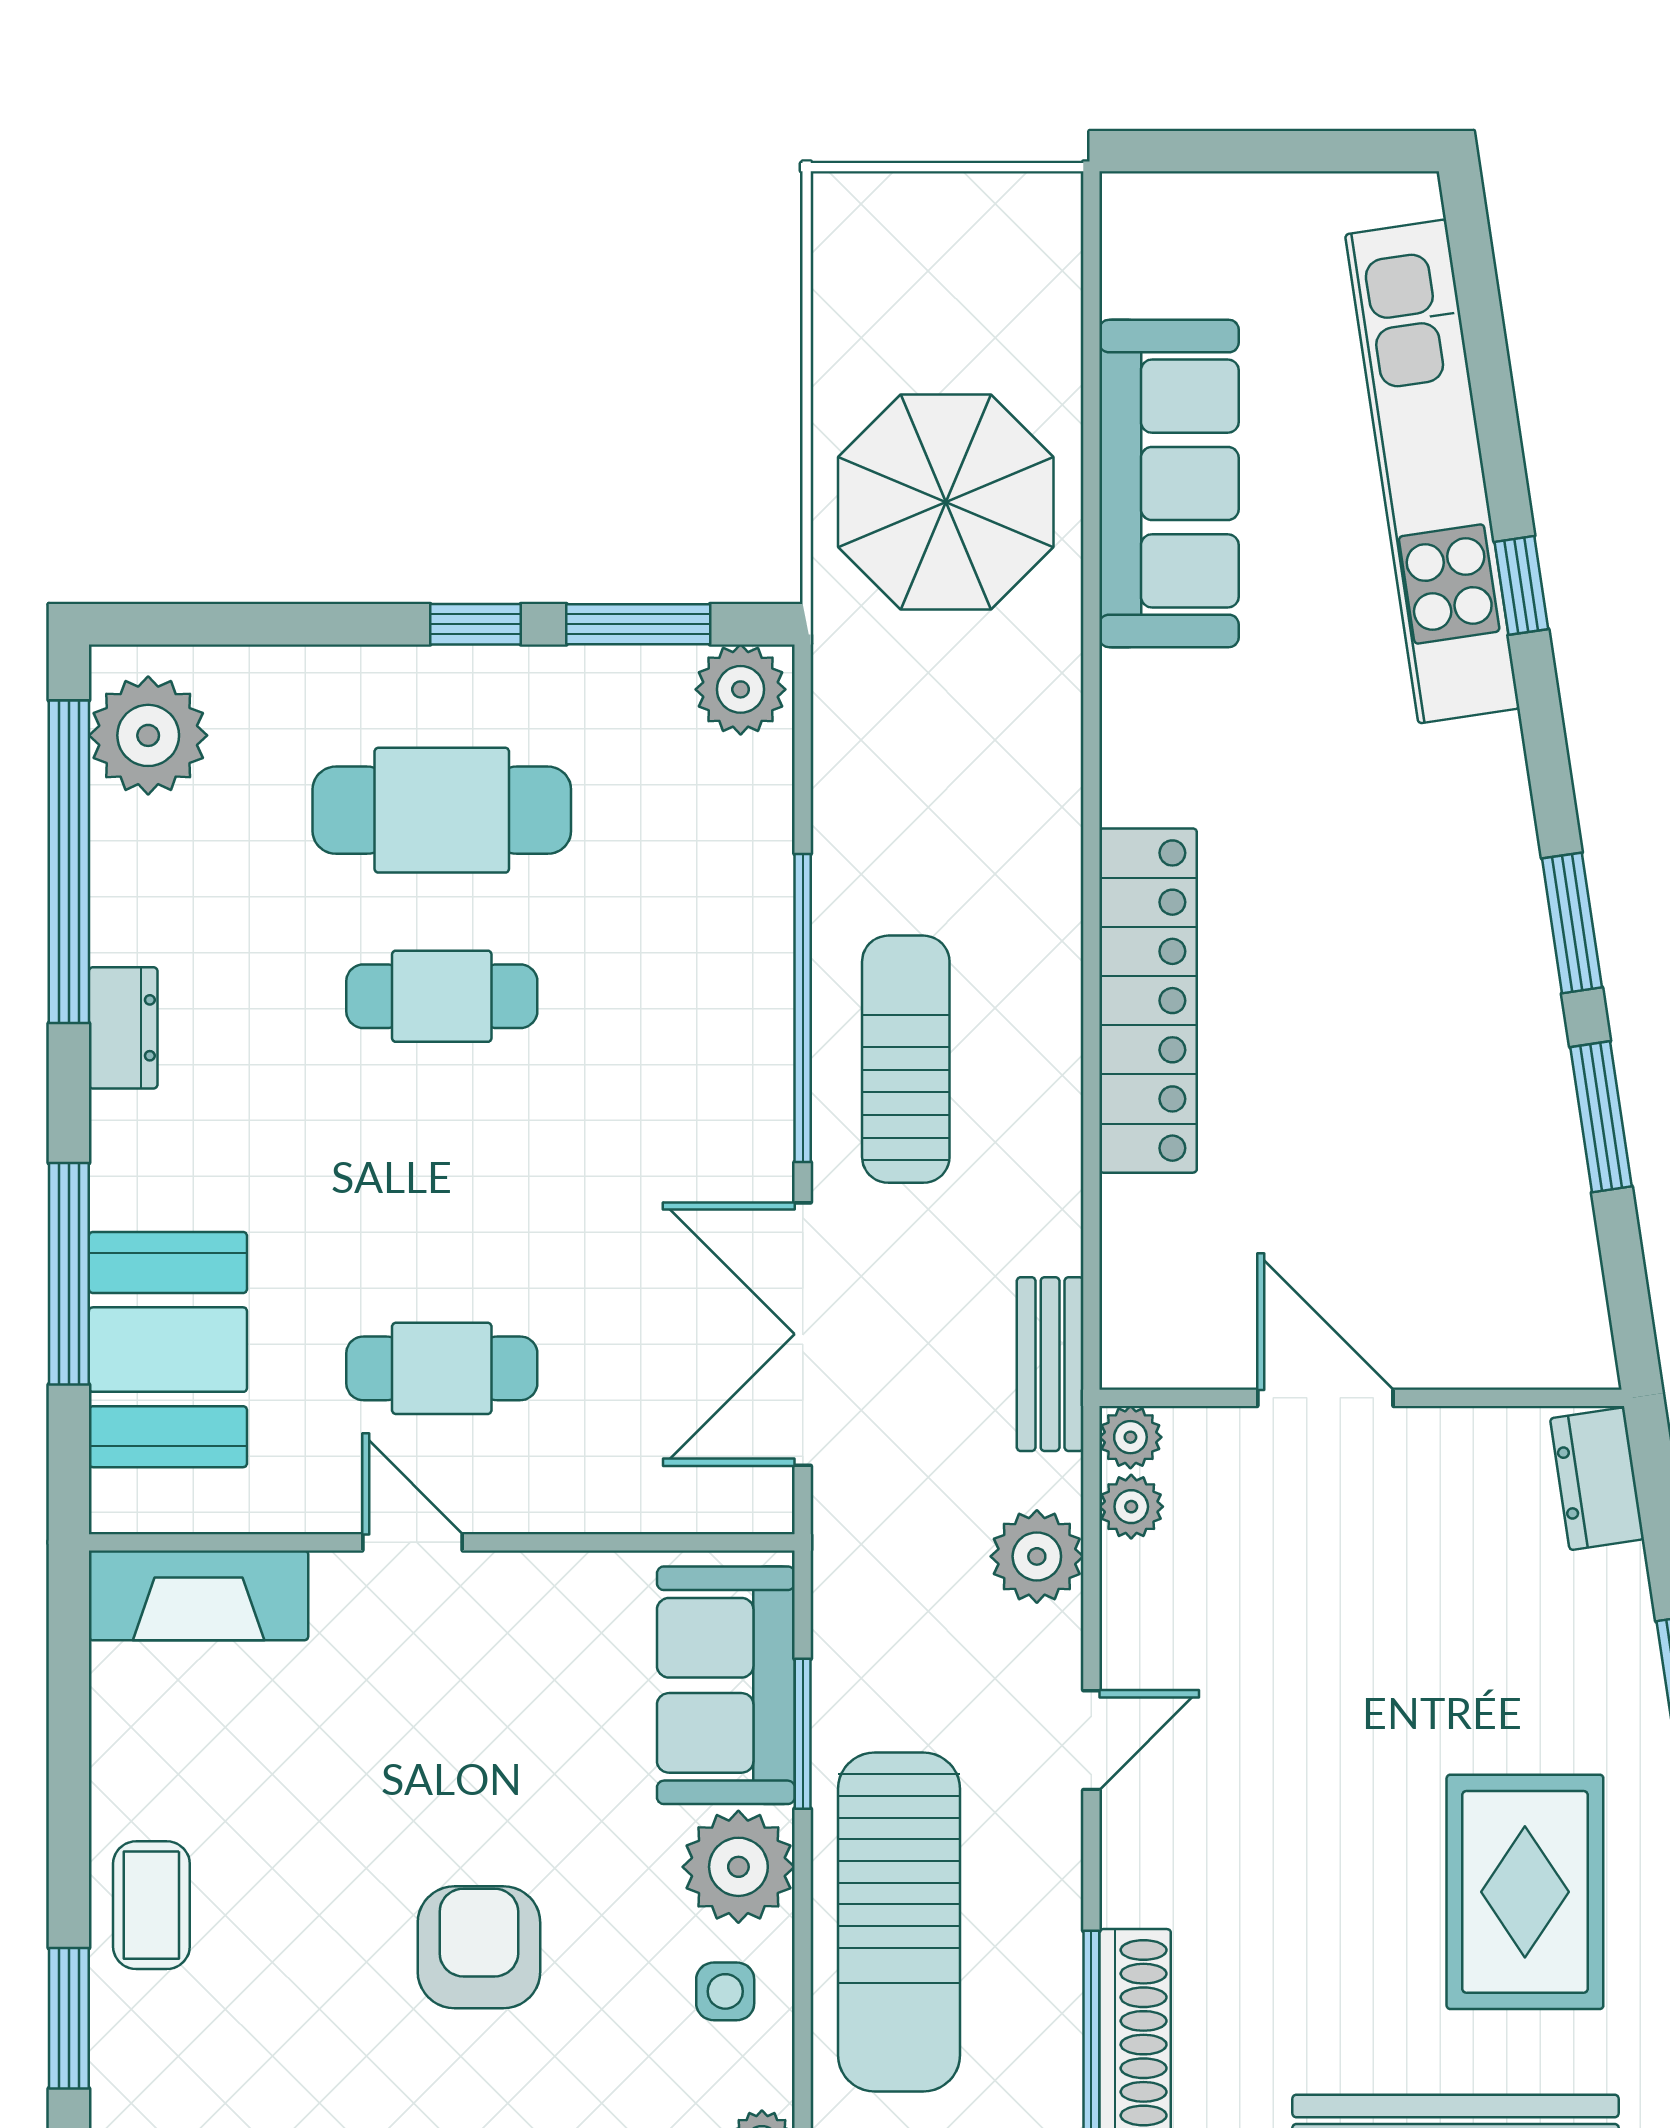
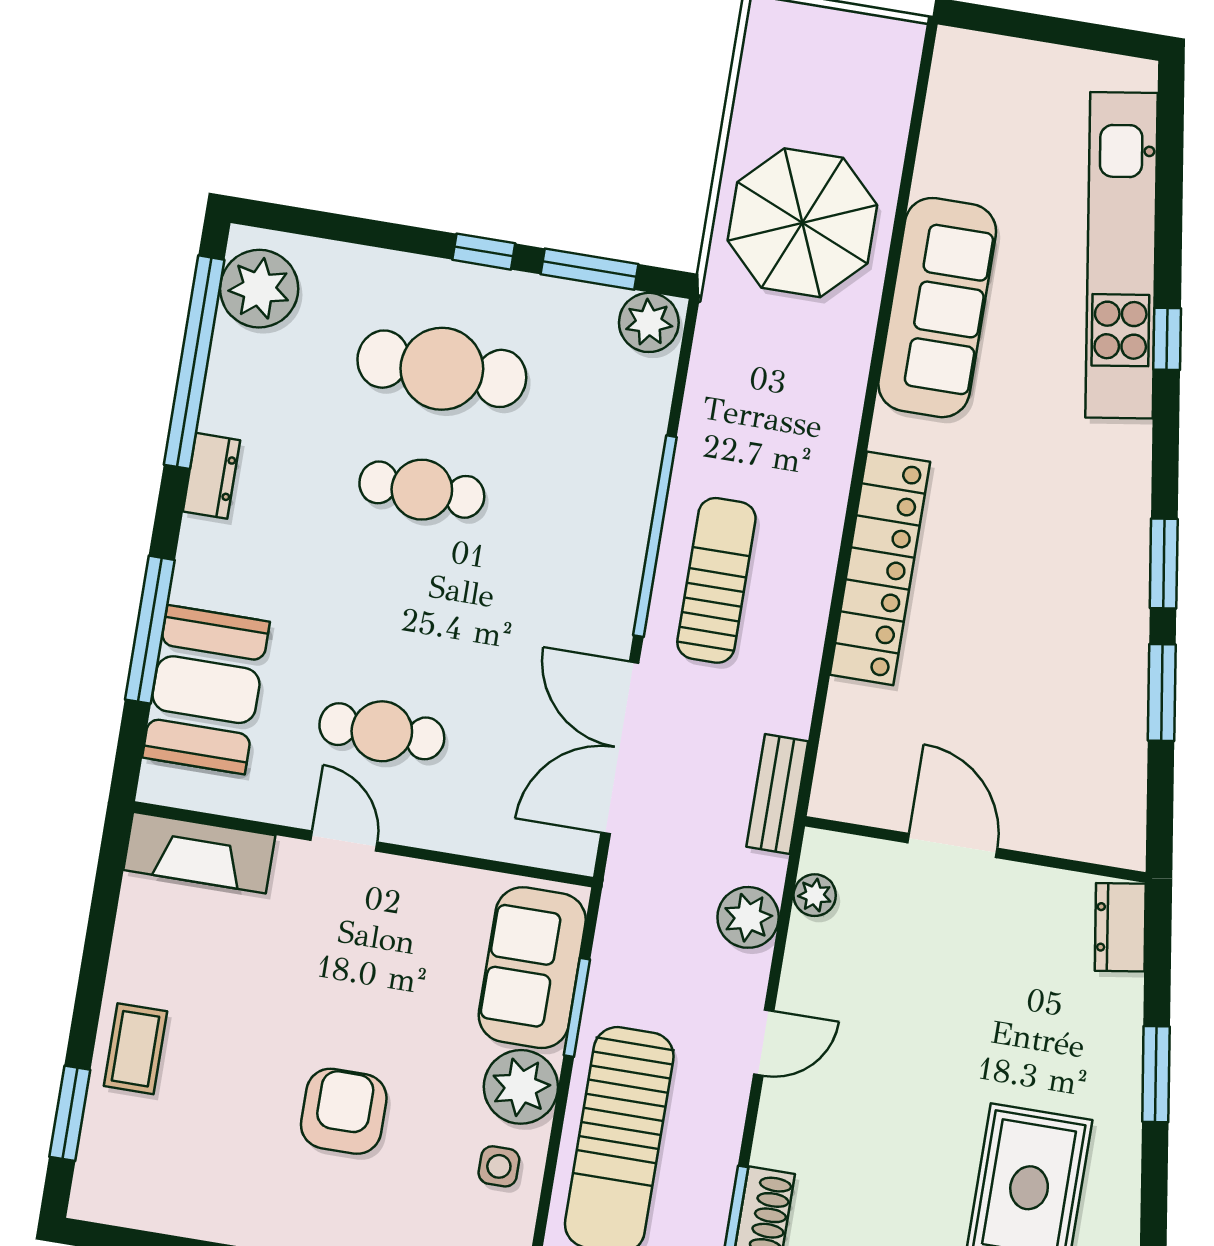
sofa: (1169, 483) -> (937, 308), moved
plant: (1130, 1437) -> (822, 850), removed

